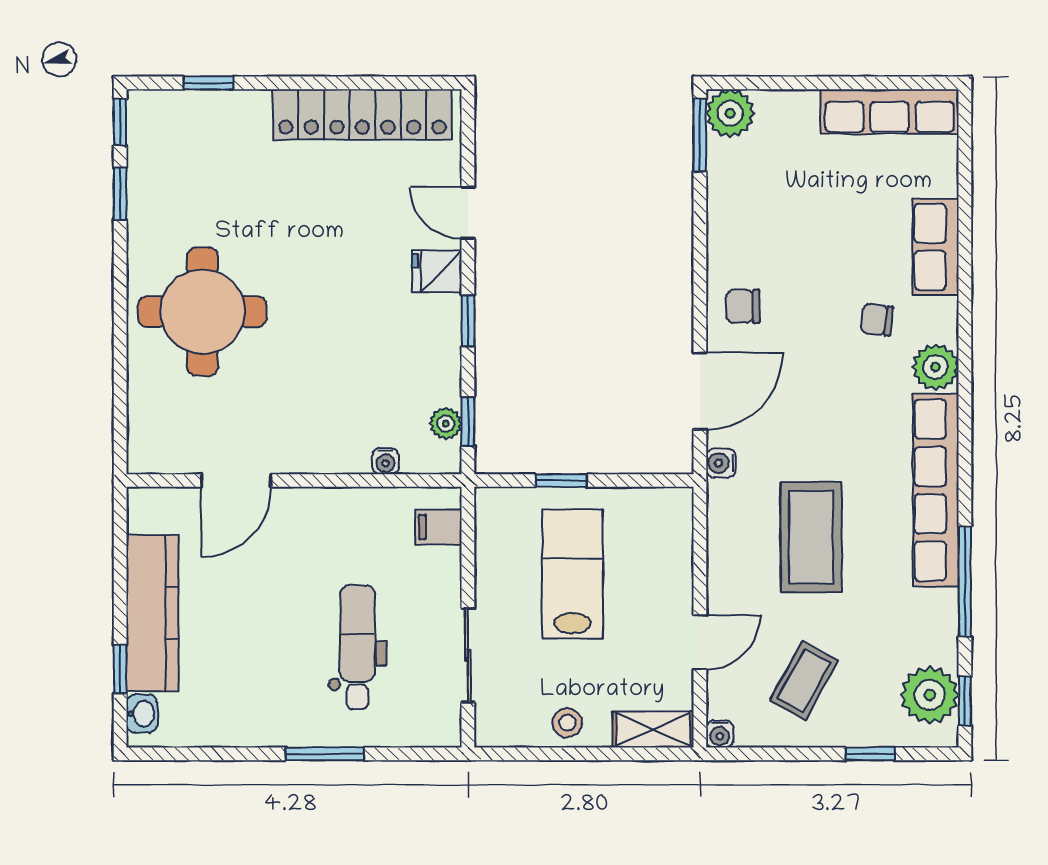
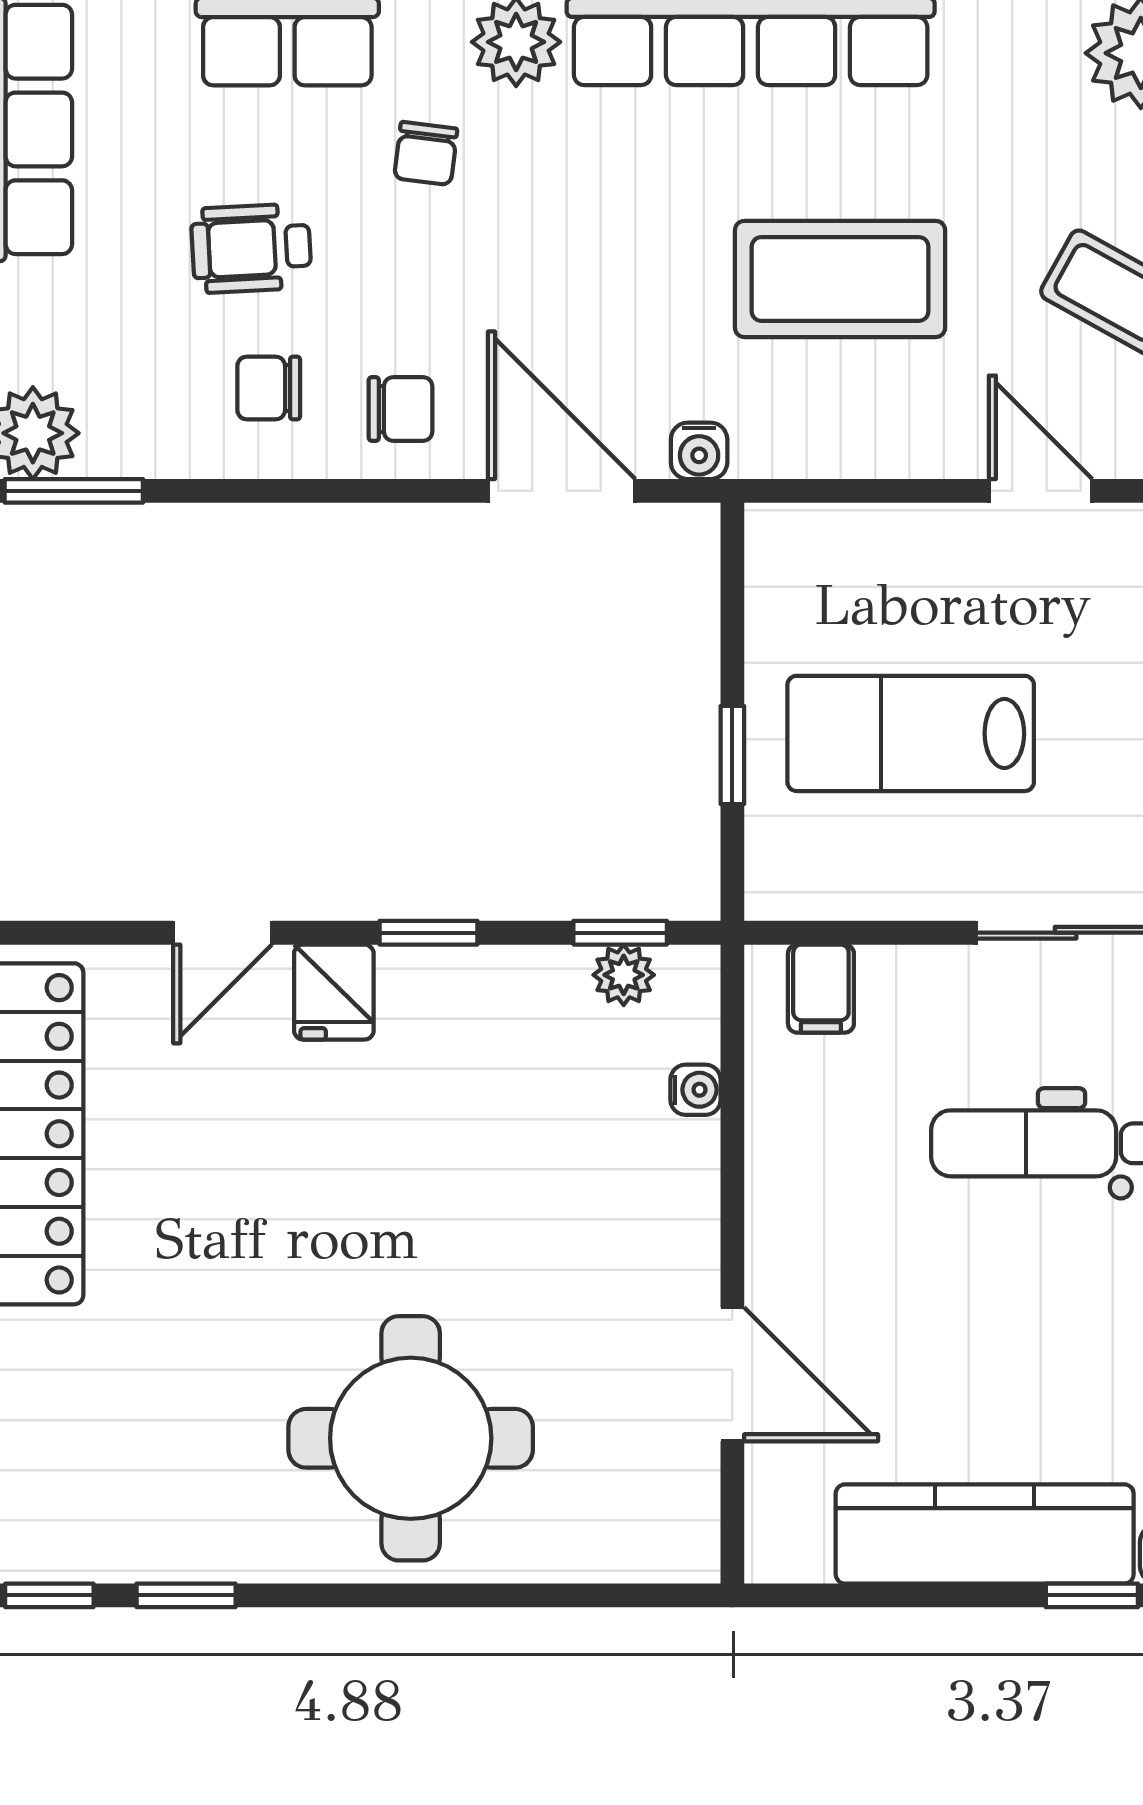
wheelchair: (827, 228) -> (251, 248), added
chair: (754, 237) -> (269, 388), added
chair: (743, 306) -> (400, 409), turned -90

